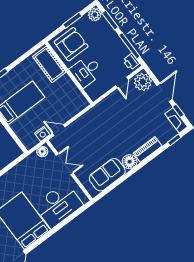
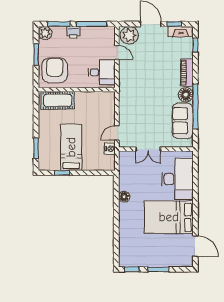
printer: (131, 62) -> (73, 32), moved
desk: (86, 71) -> (102, 72), moved, turned -90
floor lamp: (42, 152) -> (124, 197), moved
double door: (65, 164) -> (148, 149), swing flipped
window: (126, 176) -> (195, 106), added

